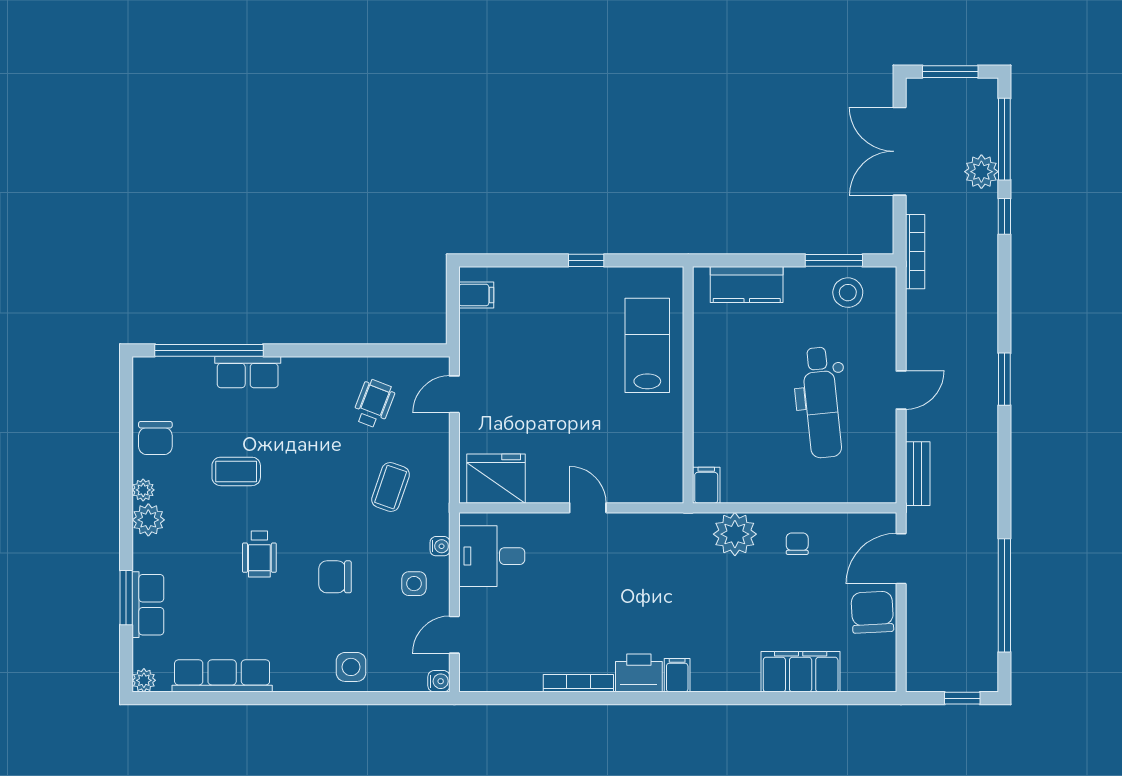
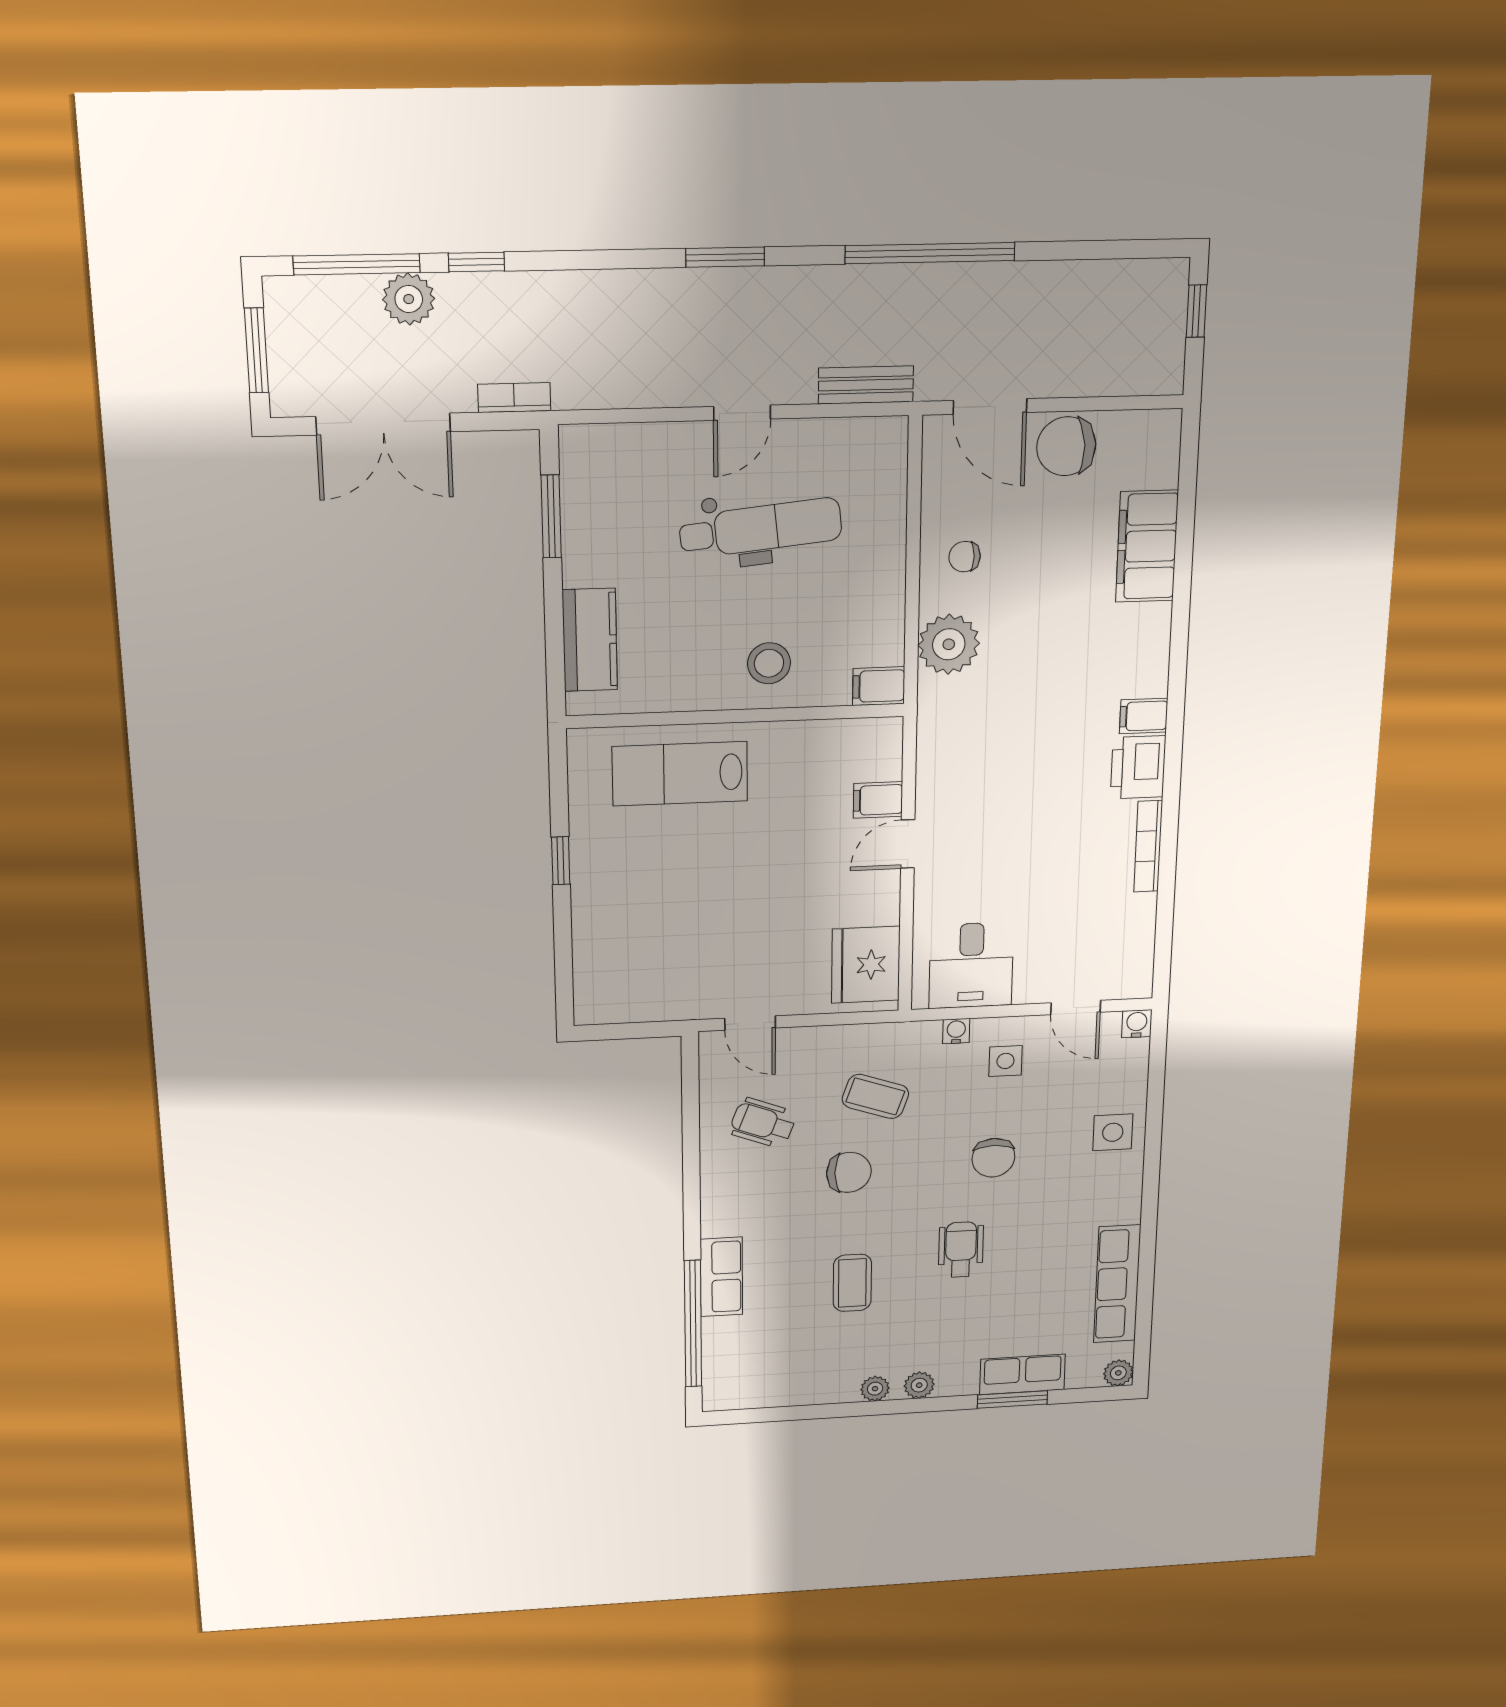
bookcase: (915, 252) -> (514, 398), width x0.64
stool: (848, 293) -> (769, 663), moved
filing cabinet: (476, 295) -> (878, 800), moved, turned -90
door: (901, 390) -> (742, 413), swing flipped
chair: (155, 438) -> (849, 1172), moved
plant: (148, 520) -> (919, 1385), width x0.73, depth x0.73
wheelchair: (259, 554) -> (961, 1249), turned -90
window: (1004, 595) -> (930, 253), moved

